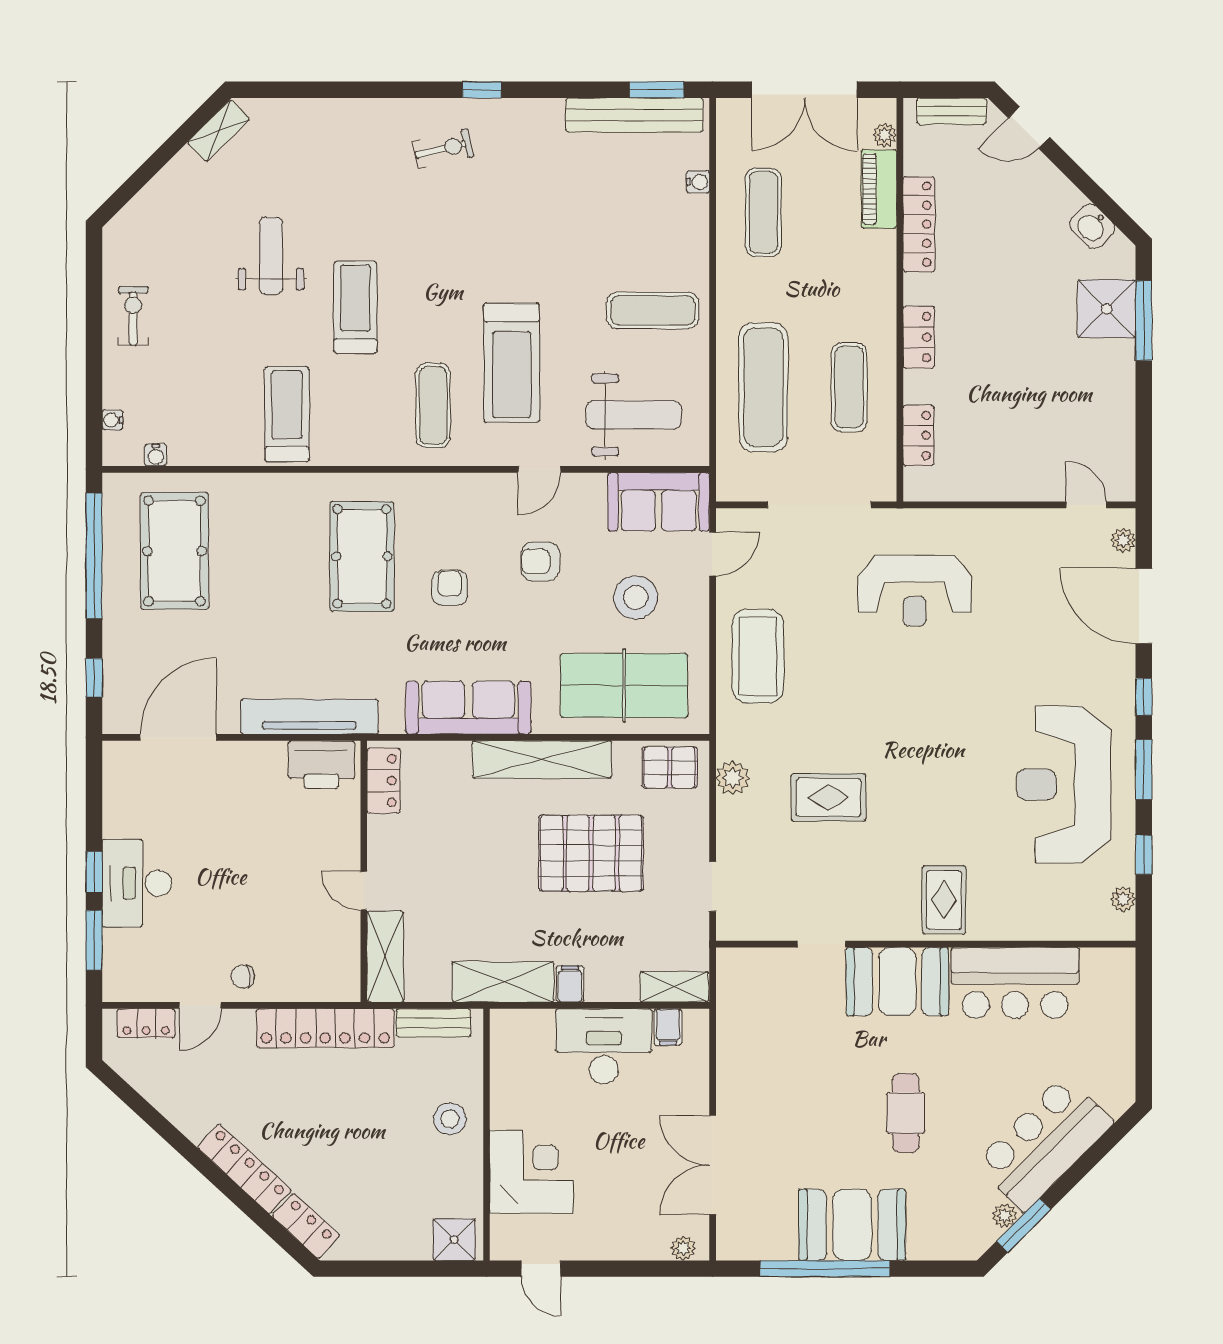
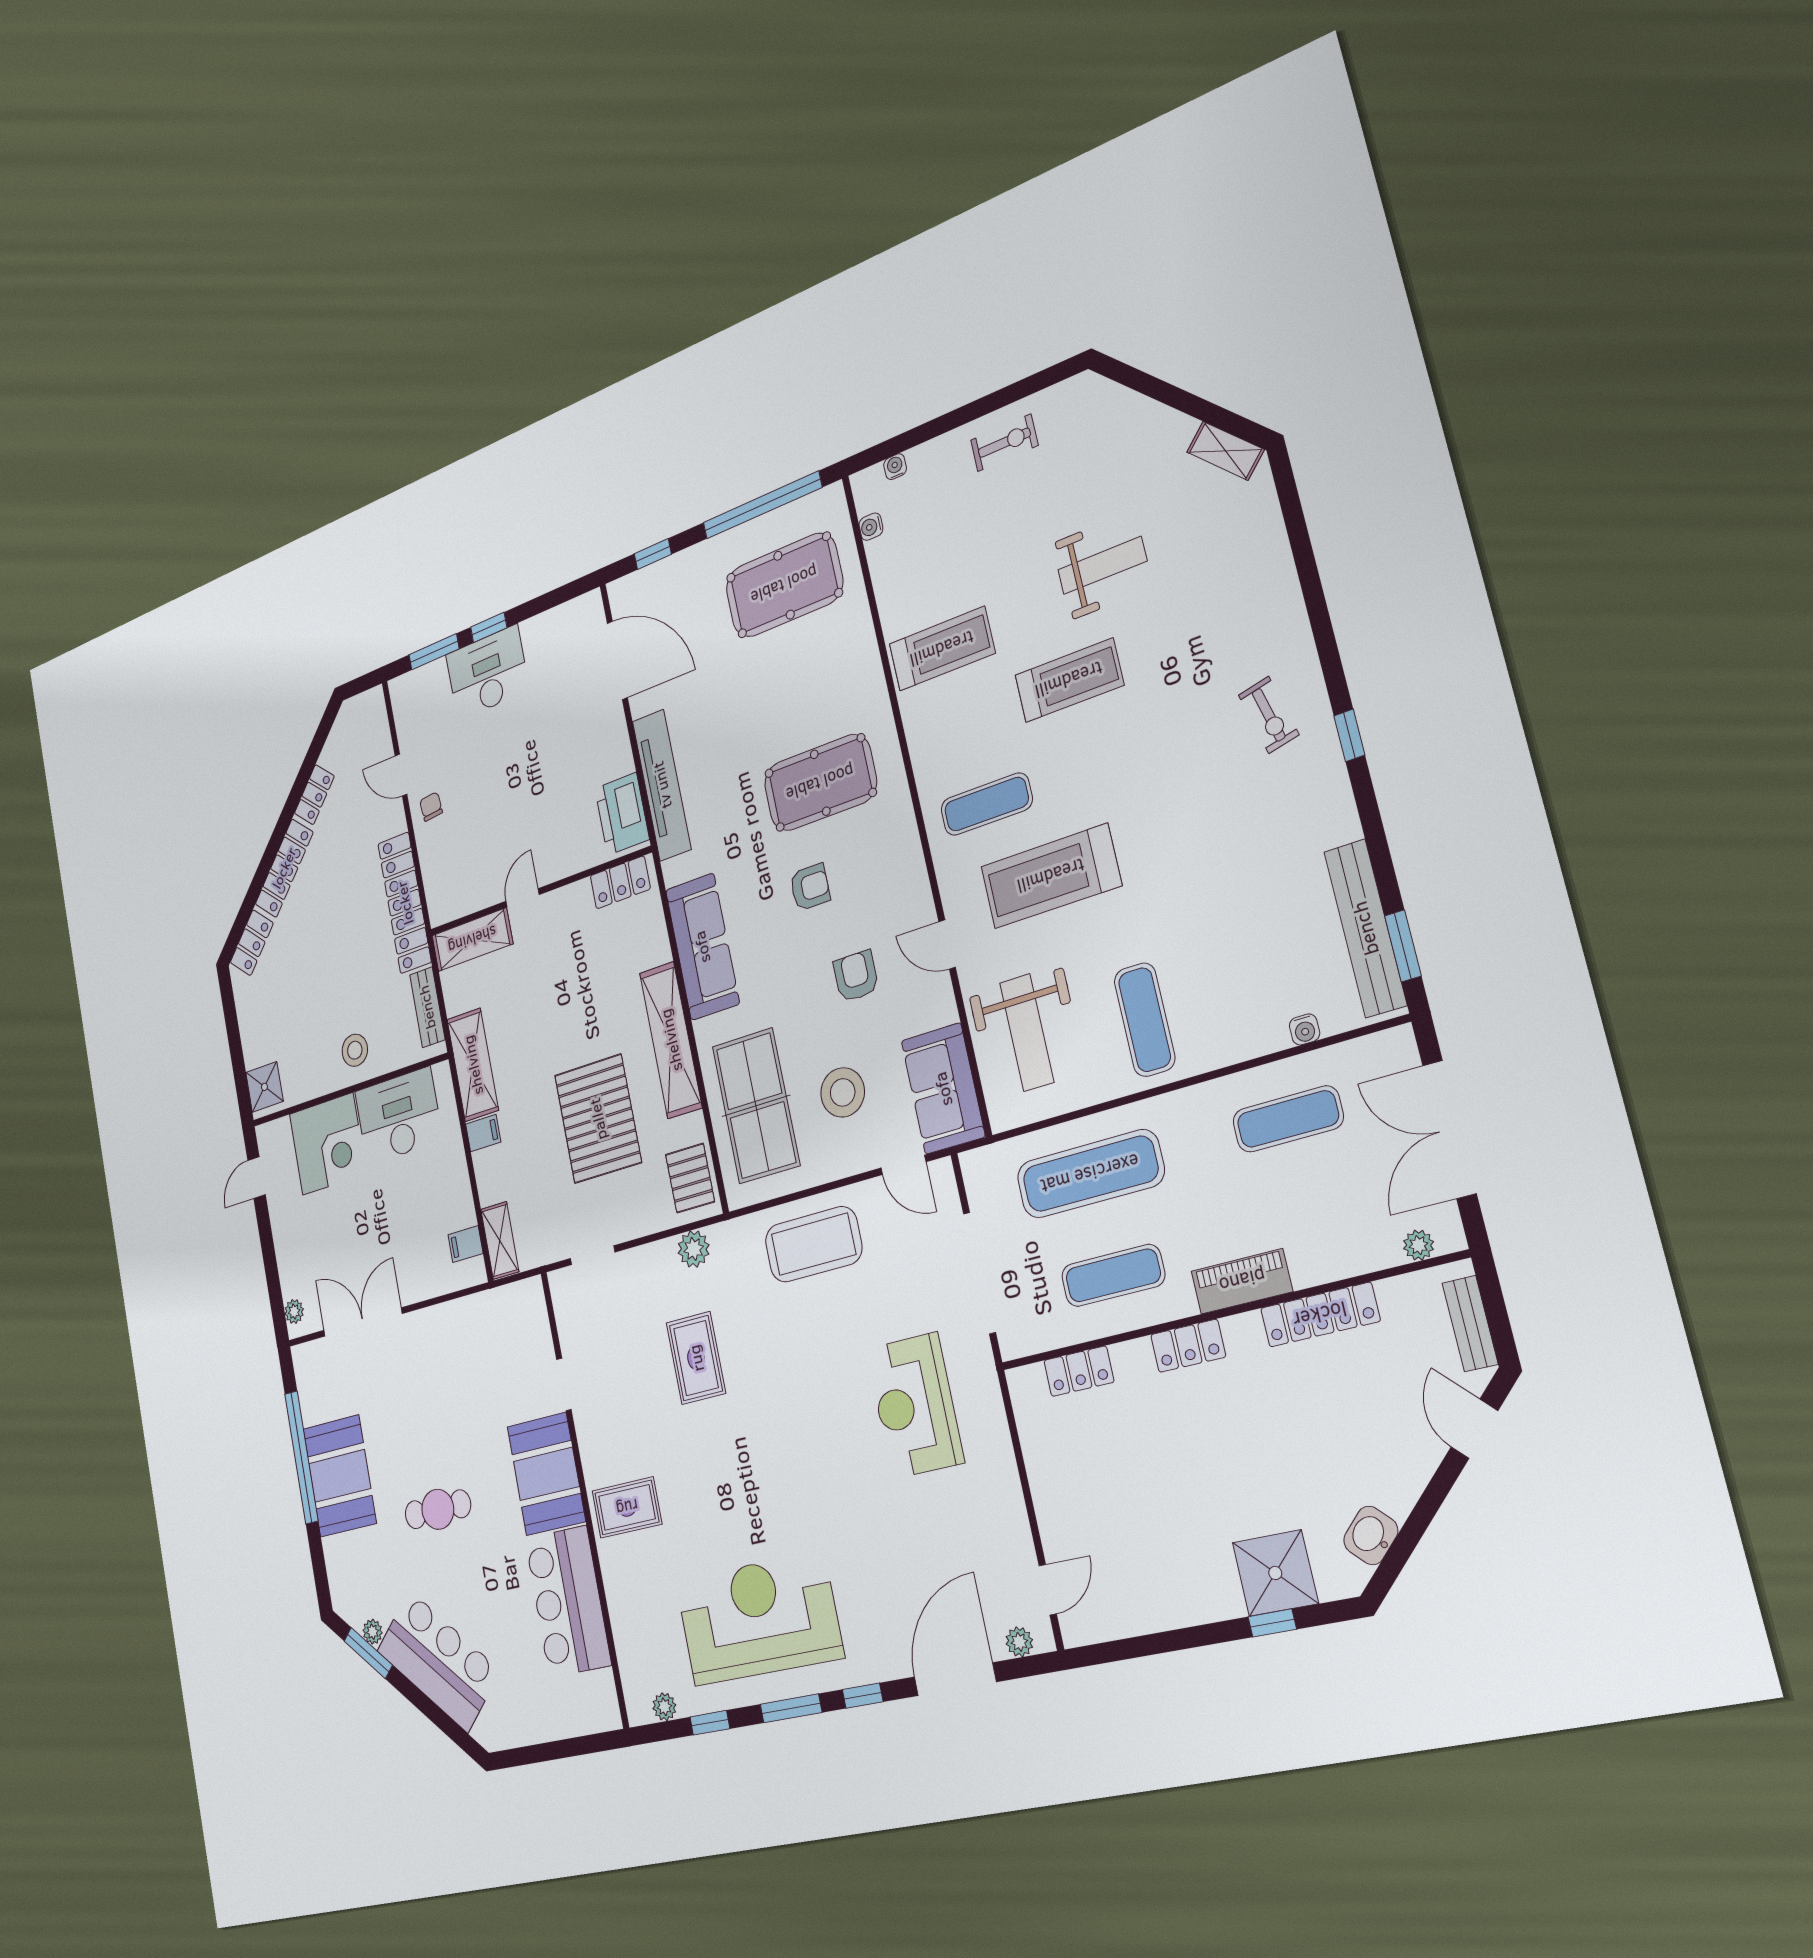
piano: (879, 189) -> (1242, 1281), moved
window: (1144, 321) -> (1272, 1623), width x0.46
locker: (146, 1023) -> (314, 795), moved, turned -137
desk: (604, 1046) -> (399, 1116), moved, turned -90

